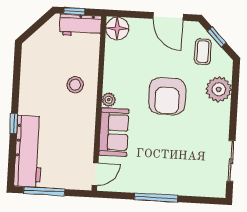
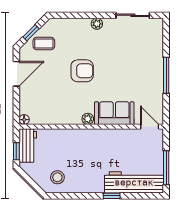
floor lamp: (117, 28) -> (24, 120), width x0.53, depth x0.53
stool: (75, 85) -> (57, 177), moved
plant: (219, 89) -> (97, 24), moved, width x0.53, depth x0.53
armchair: (167, 96) -> (82, 71), width x0.73, depth x0.73

